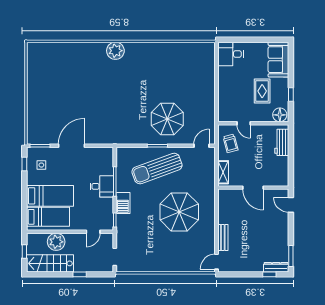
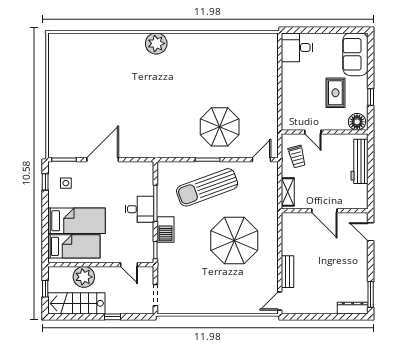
workbench: (282, 142) -> (359, 161), width x1.38
door: (93, 232) -> (129, 265), hinge flipped
window: (269, 274) -> (344, 317), removed

